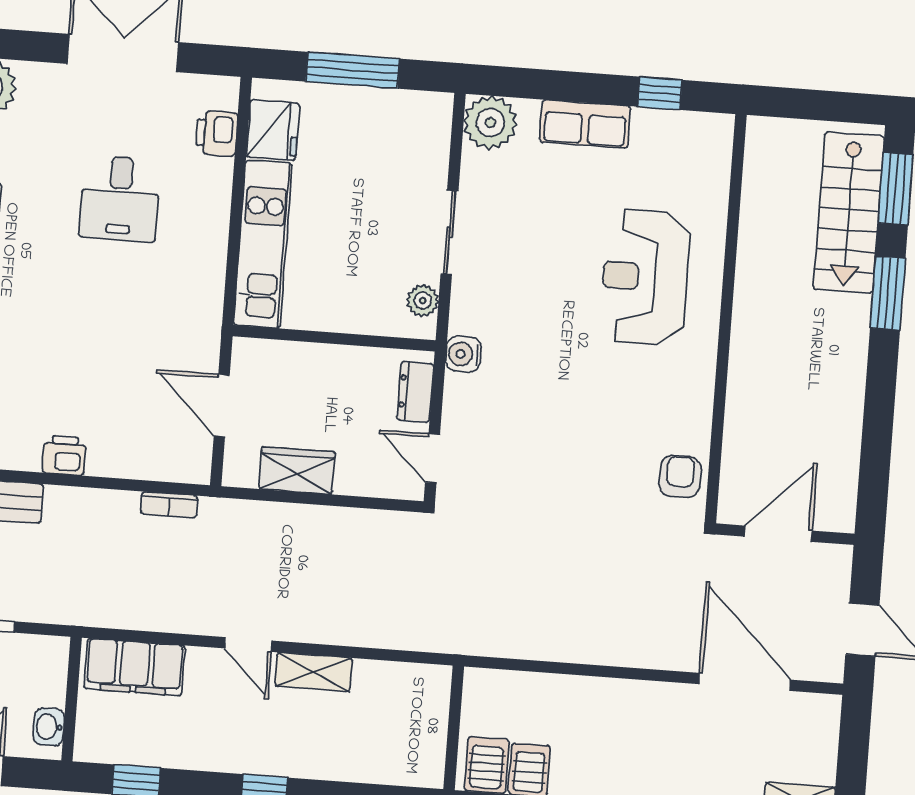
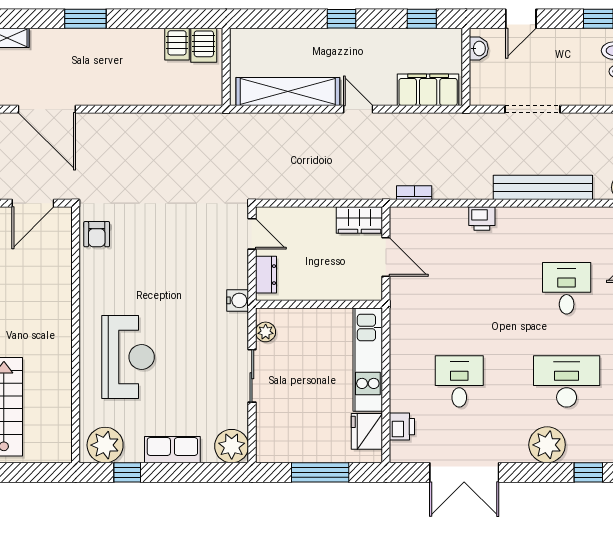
plant: (692, 140) -> (105, 445), added
wardrobe: (297, 470) -> (359, 220), moved
shelving: (314, 672) -> (288, 92), width x2.20, depth x1.33

